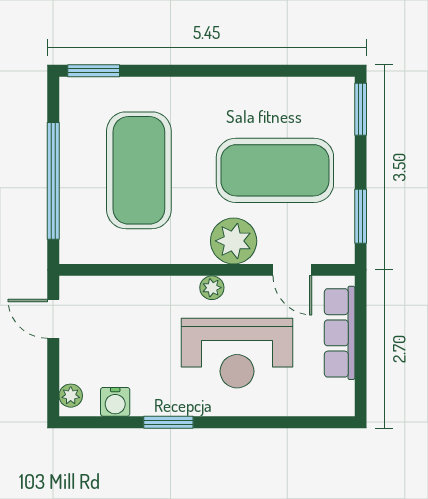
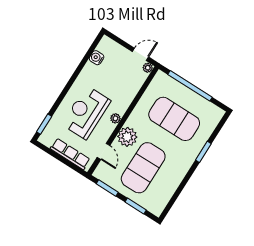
window: (94, 71) -> (203, 152), moved
window: (361, 109) -> (136, 206), moved
door: (292, 270) -> (103, 151), swing flipped
plant: (71, 396) -> (148, 68), moved
window: (168, 422) -> (44, 124), moved

